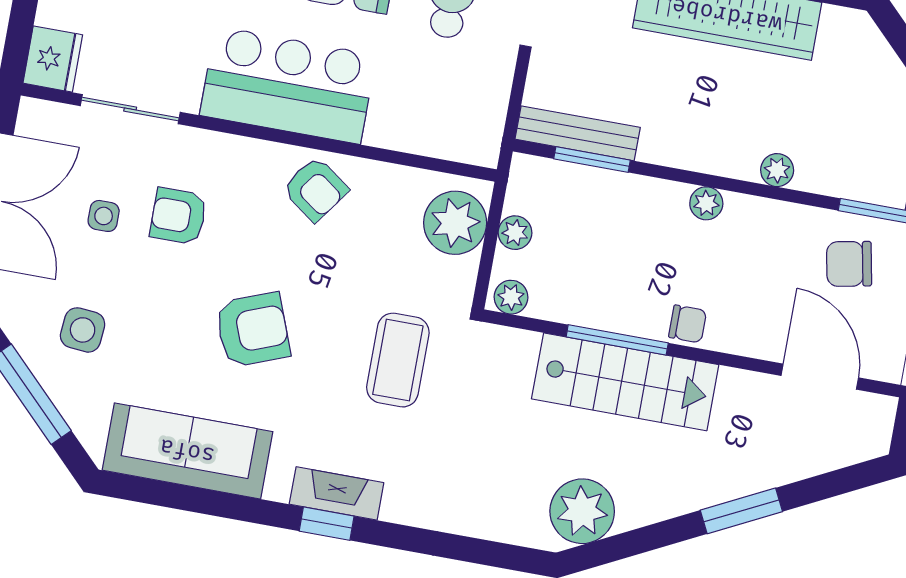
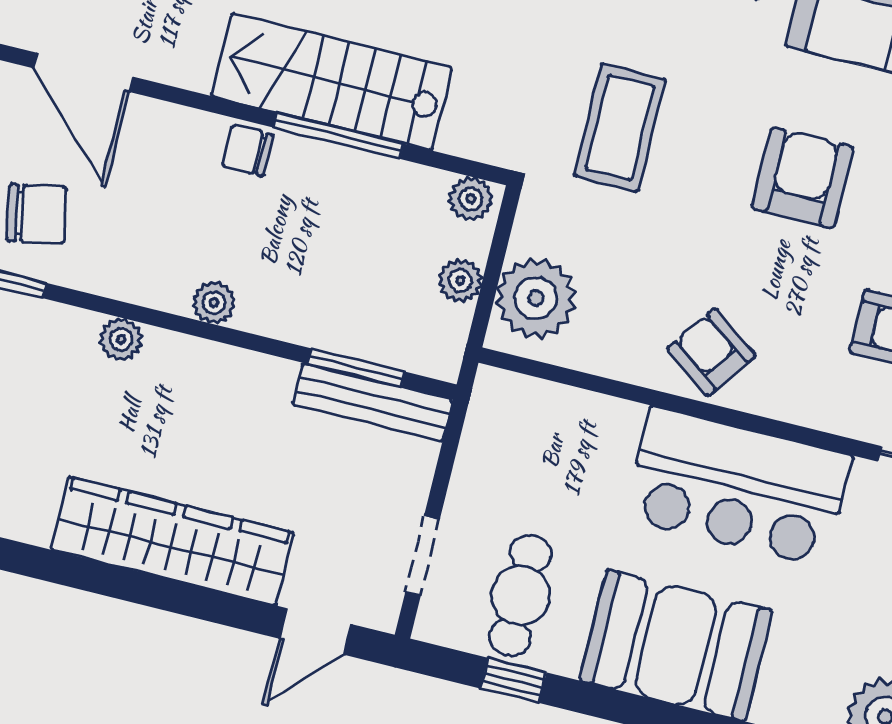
armchair: (253, 330) -> (803, 178), turned 111

